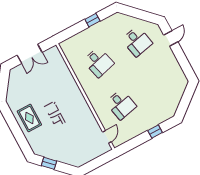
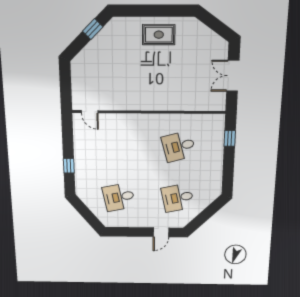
window: (92, 20) -> (230, 138), moved
door: (171, 38) -> (161, 232), hinge flipped
desk: (121, 104) -> (119, 197), moved

